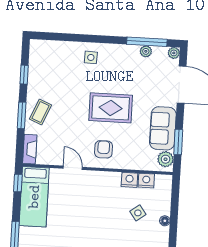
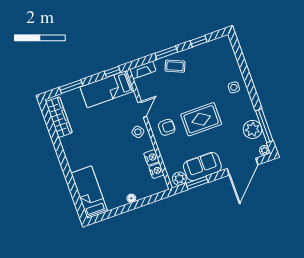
plant: (146, 51) -> (253, 129), width x1.87, depth x1.87
rug: (111, 108) -> (201, 119), turned 90
side table: (138, 213) -> (138, 132), moved

